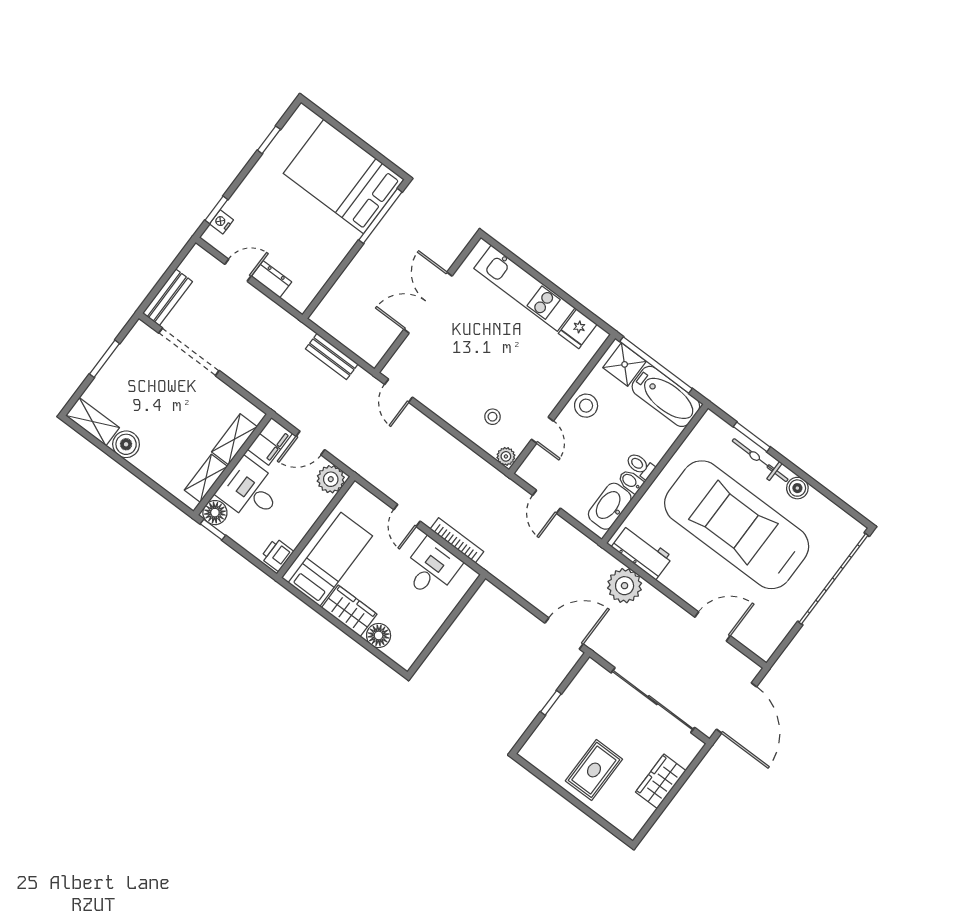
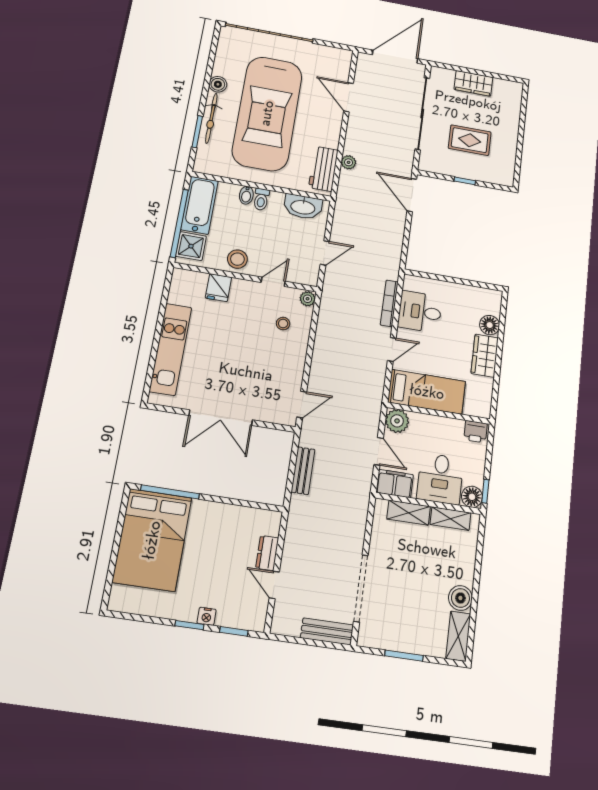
window: (269, 140) -> (189, 625), moved
nightstand: (221, 222) -> (207, 616), moved
fridge: (578, 329) -> (218, 288), moved, turned 90
bidet: (631, 481) -> (246, 195), moved
bed: (330, 559) -> (427, 392), moved, turned 180
plant: (625, 586) -> (349, 162), width x0.53, depth x0.53
rug: (594, 770) -> (470, 140), moved

